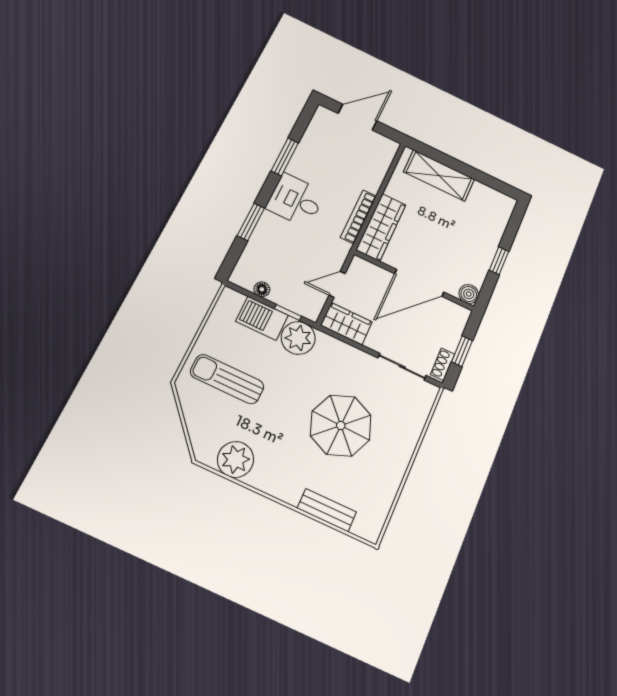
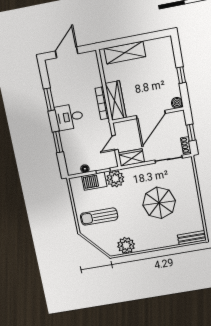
bench: (327, 510) -> (192, 238), moved

